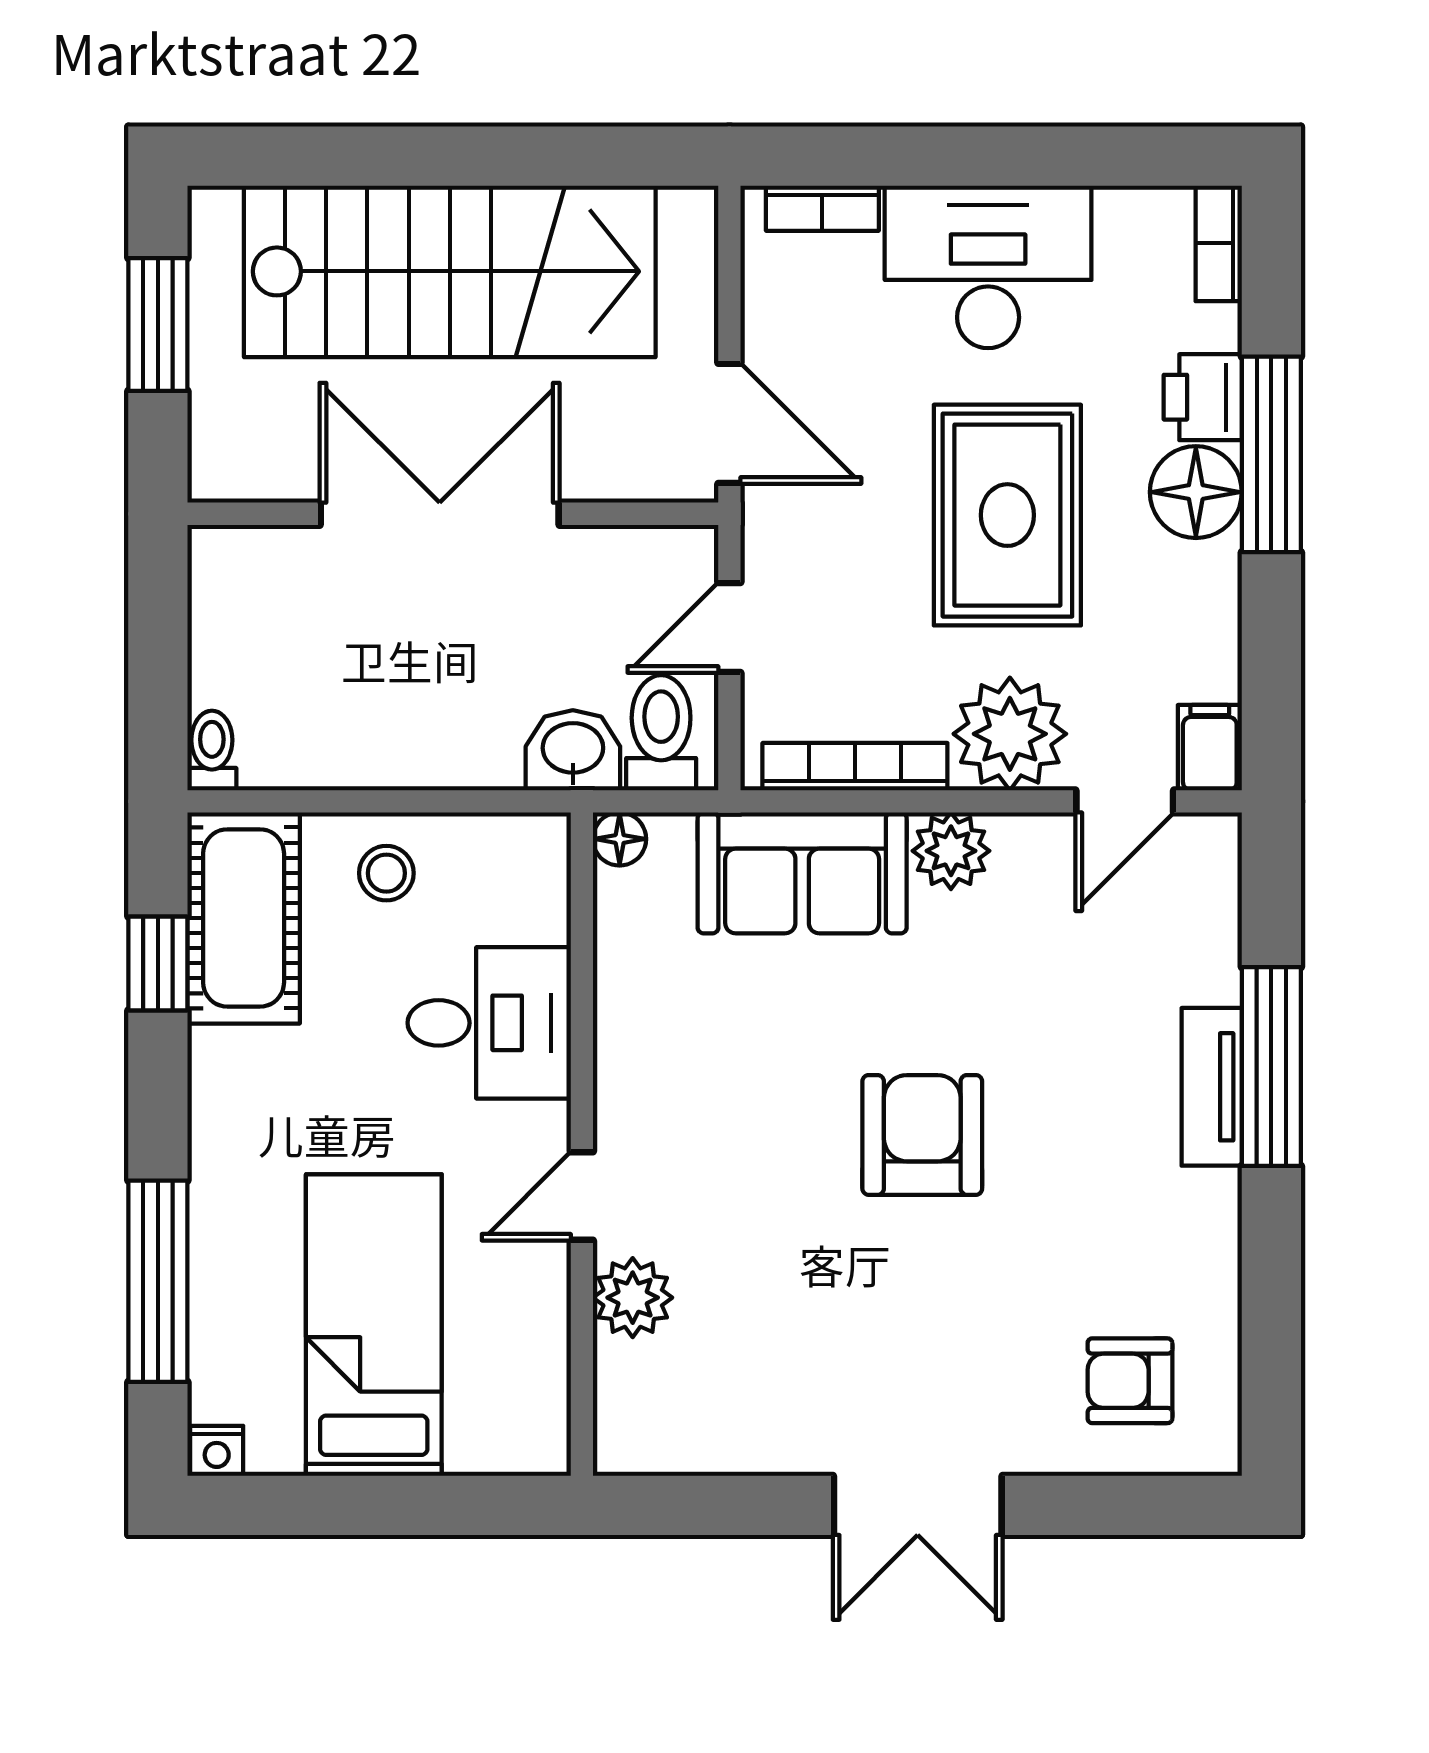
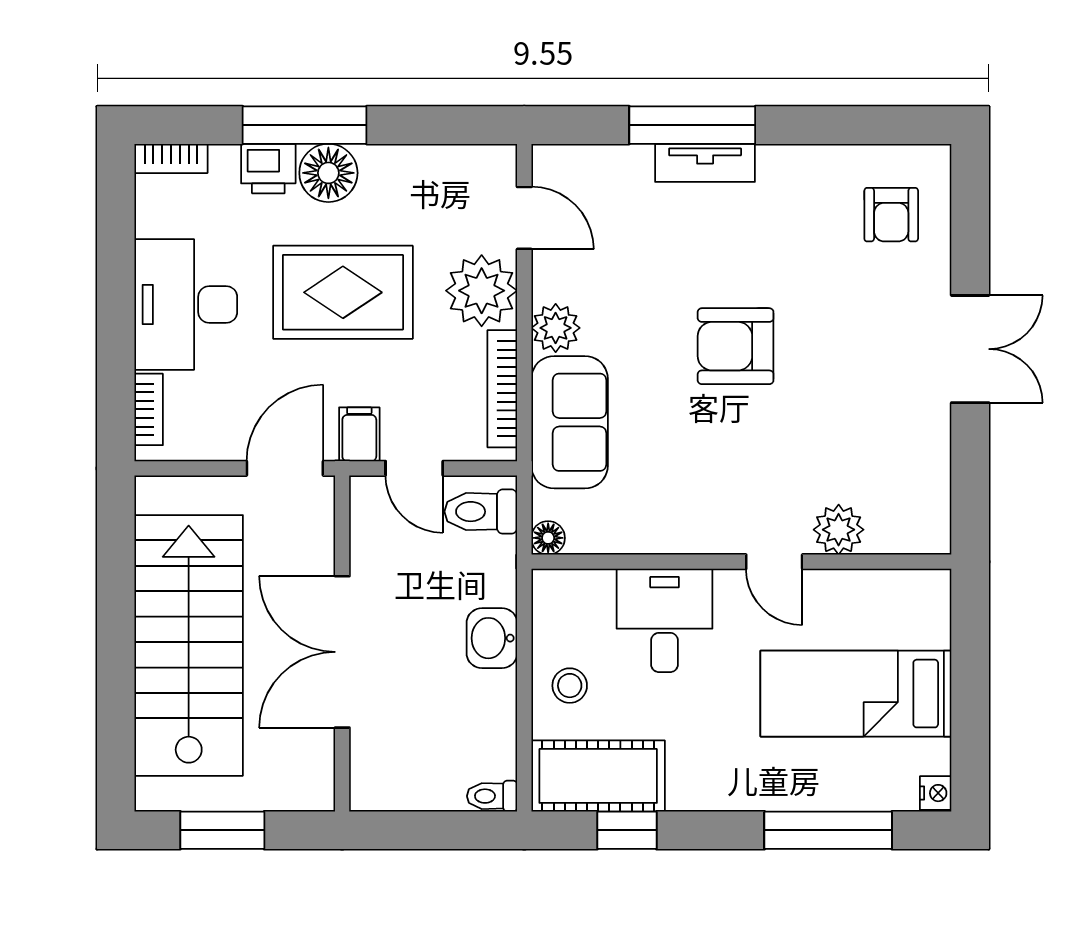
filing cabinet: (1210, 748) -> (359, 434), moved, turned 90
washbasin: (573, 750) -> (492, 638), moved

